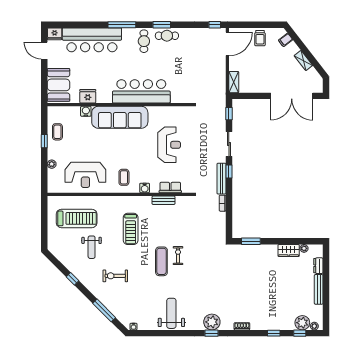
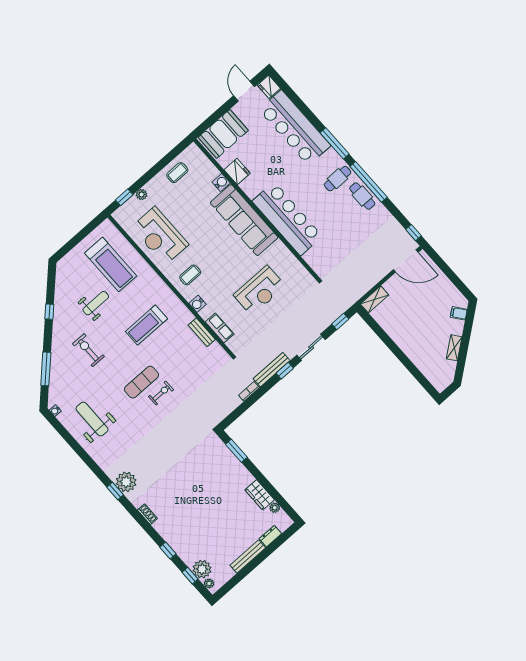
window: (162, 25) -> (369, 182), width x2.11
trolley: (260, 38) -> (439, 287), removed
double door: (292, 96) -> (410, 367), removed
window: (44, 141) -> (124, 197), moved
weight bench: (92, 247) -> (96, 303), turned 180
weight bench: (171, 313) -> (92, 419), moved, turned -90

